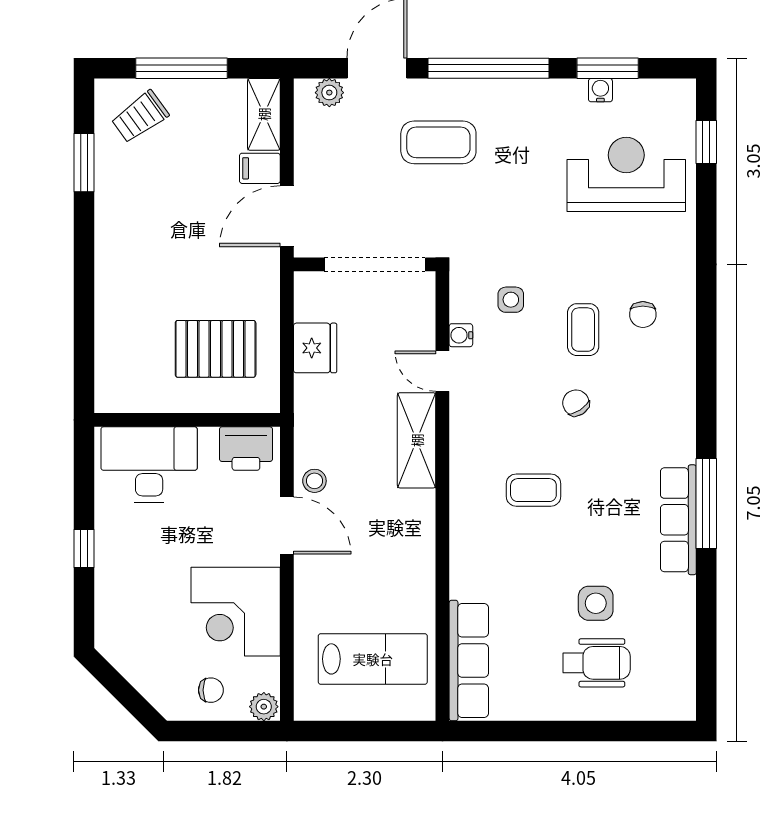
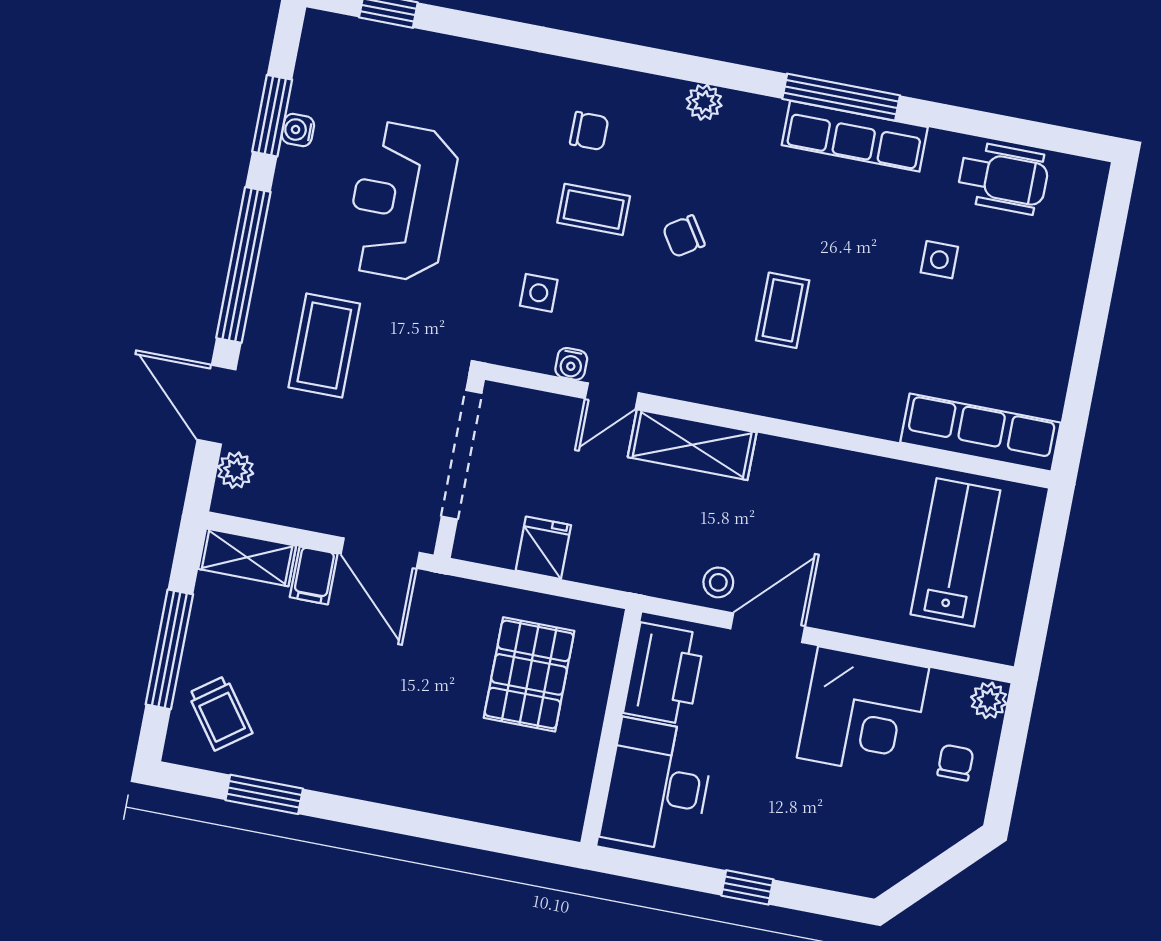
reception desk: (626, 174) -> (401, 202), moved
fridge: (315, 348) -> (543, 548), width x0.72
plant: (682, 399) -> (704, 102), added
printer: (246, 449) -> (664, 674), width x1.37, depth x1.19
side table: (596, 603) -> (939, 260), width x0.73, depth x0.73
wheelchair: (597, 663) -> (1003, 178), moved, turned 90

